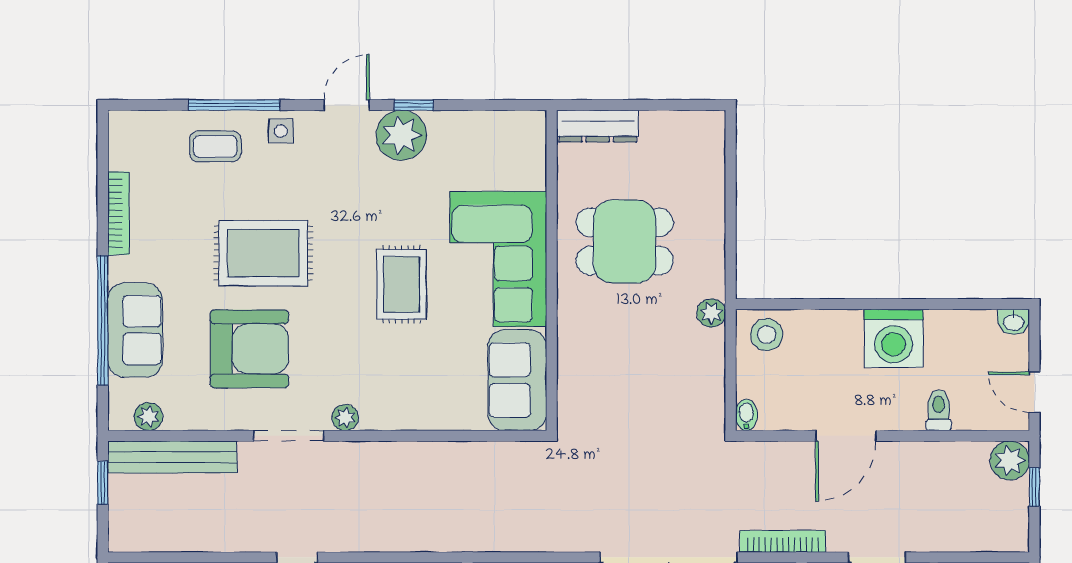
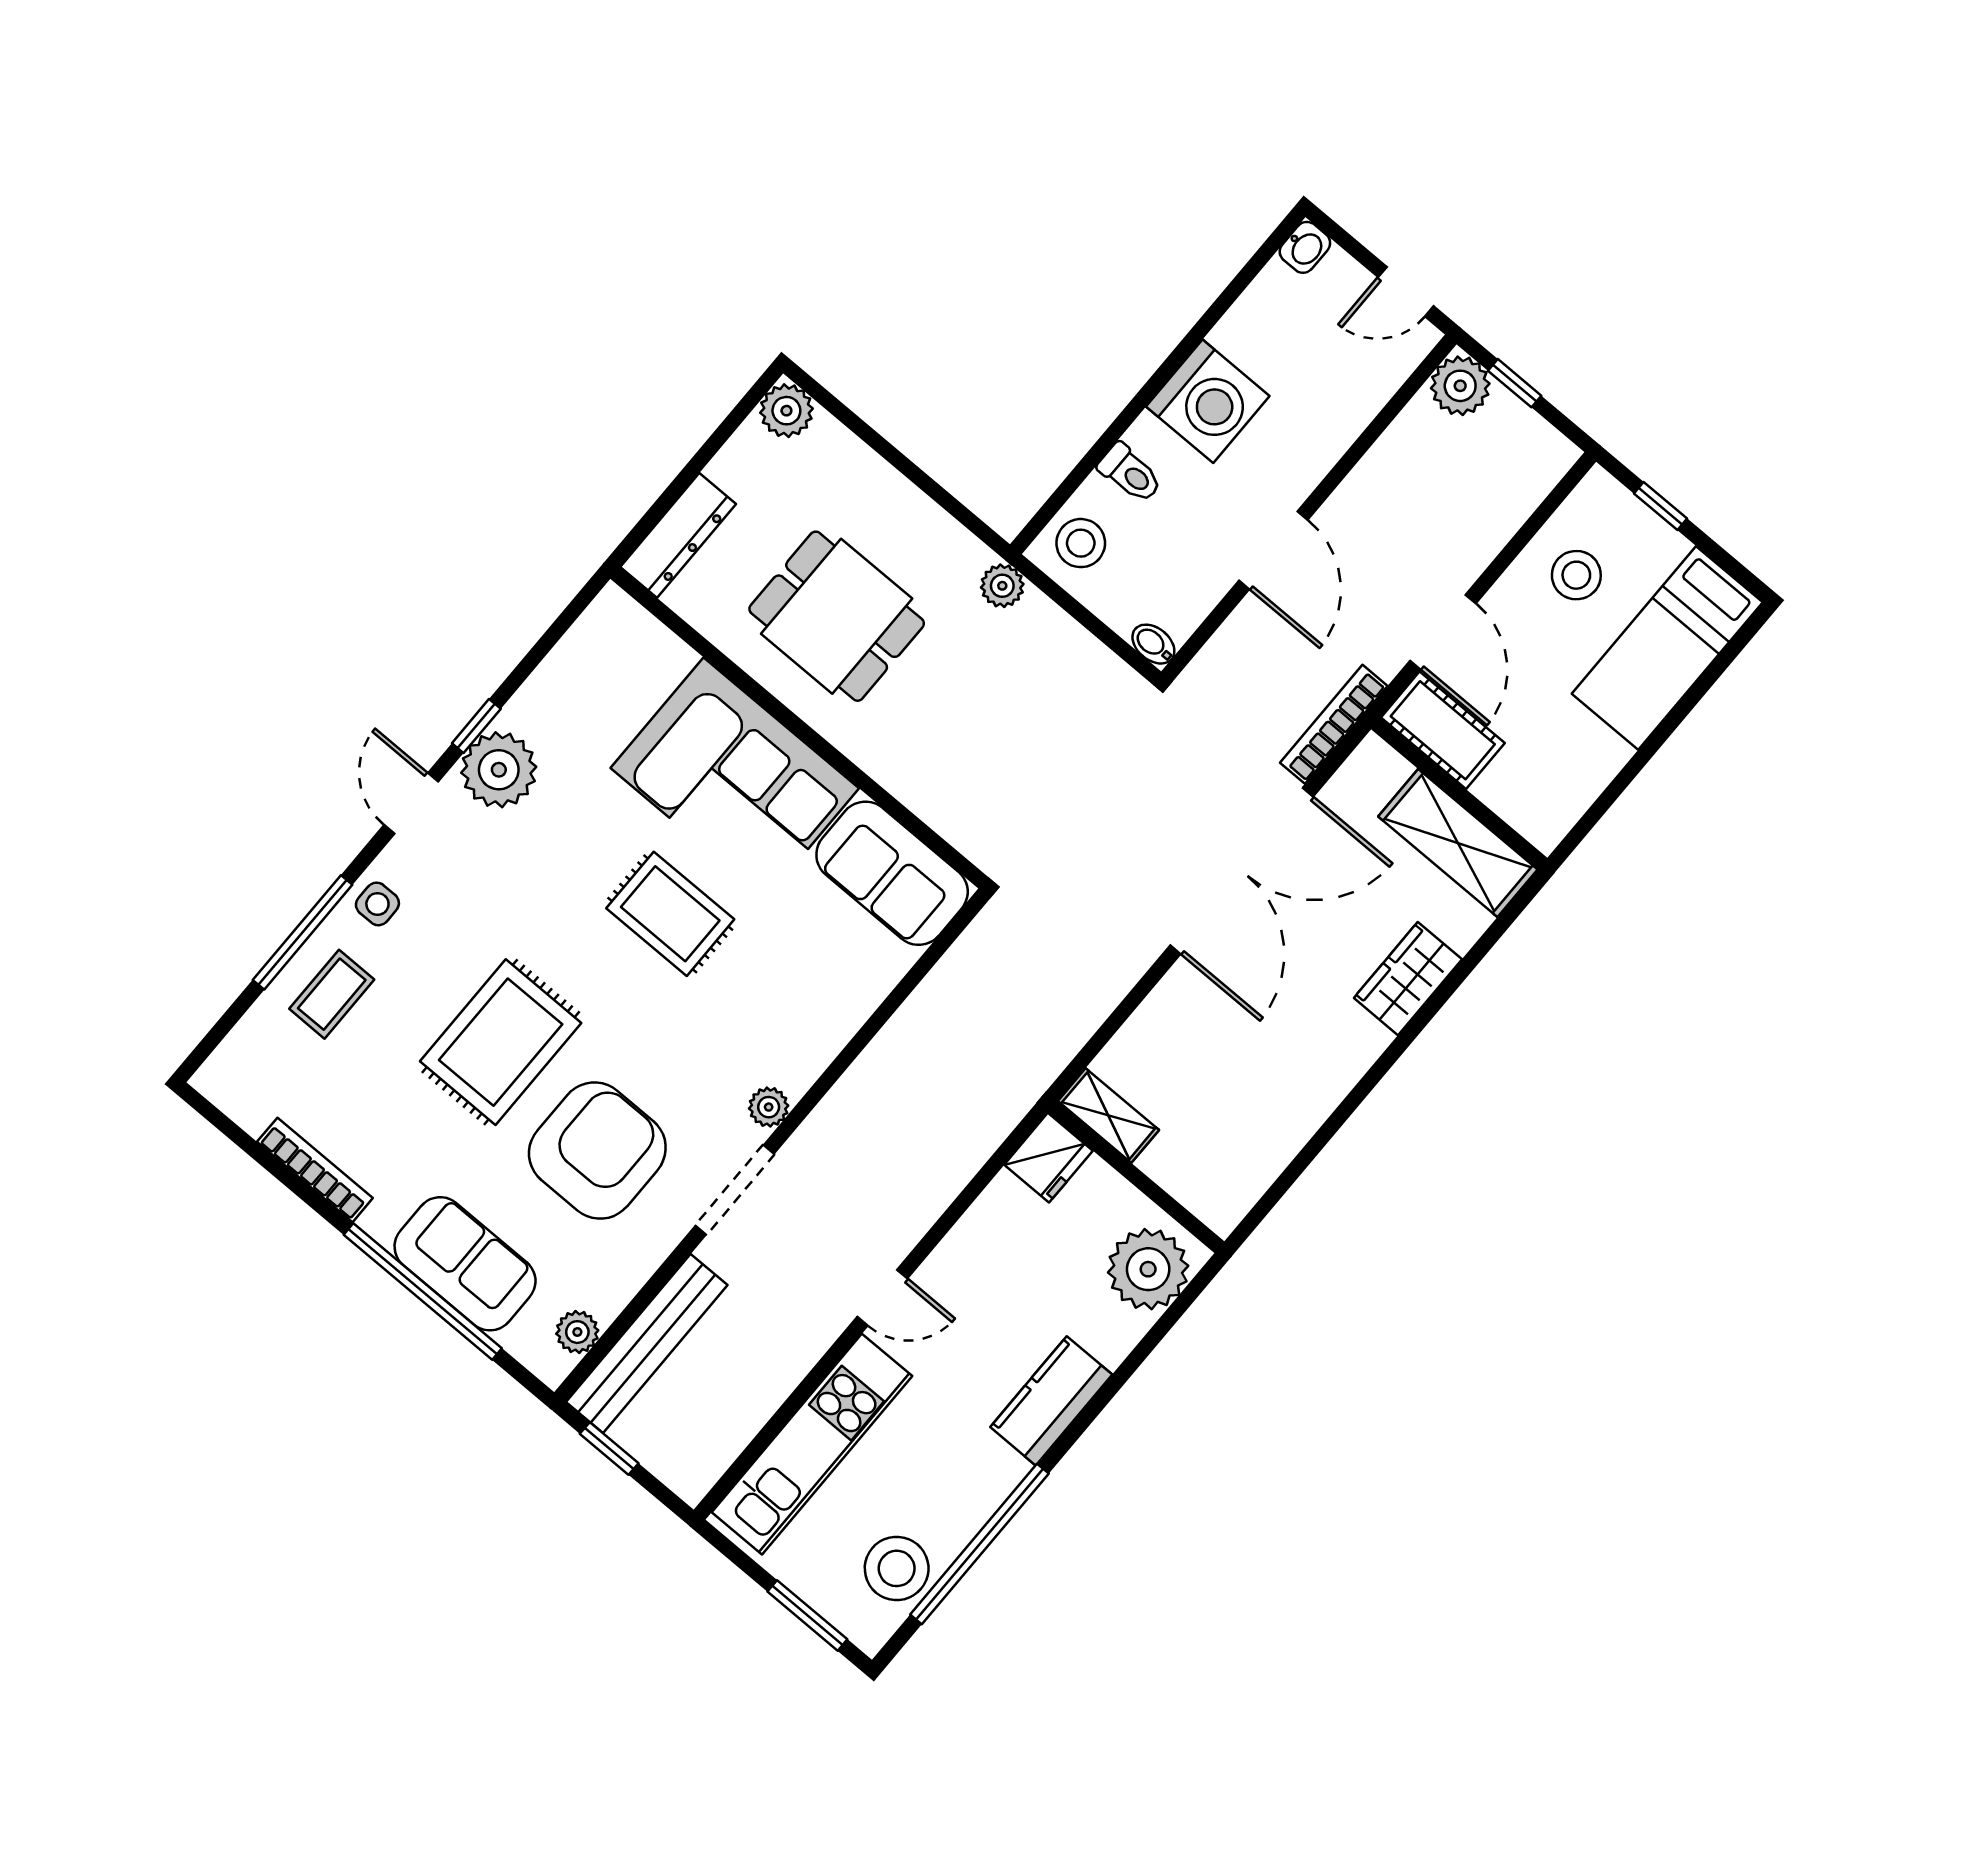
plant: (708, 128) -> (786, 411), added
dining table: (625, 242) -> (837, 616), turned 90
toilet: (939, 410) -> (1130, 473), moved, turned 180

